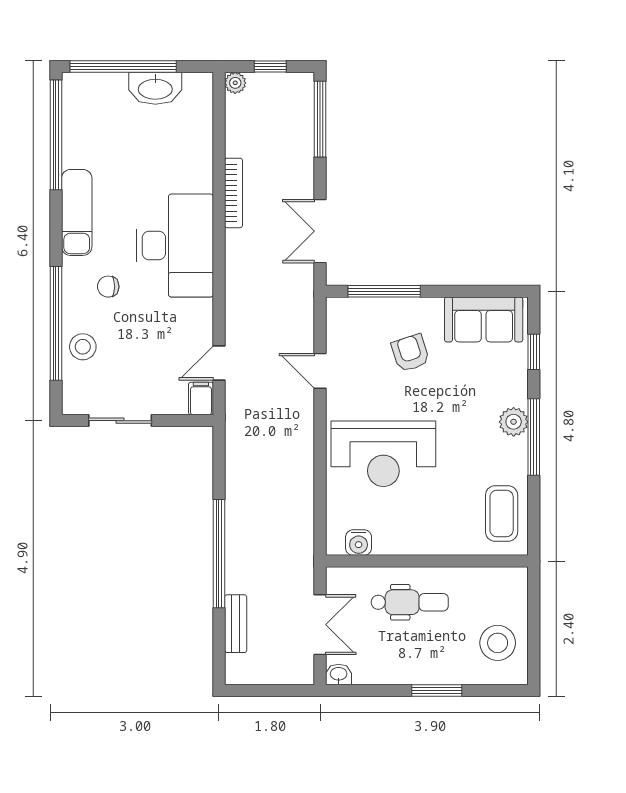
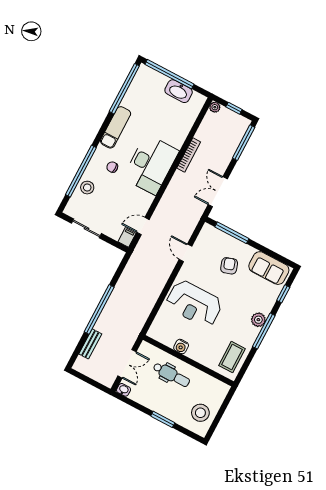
water cooler: (359, 543) -> (181, 346), moved

